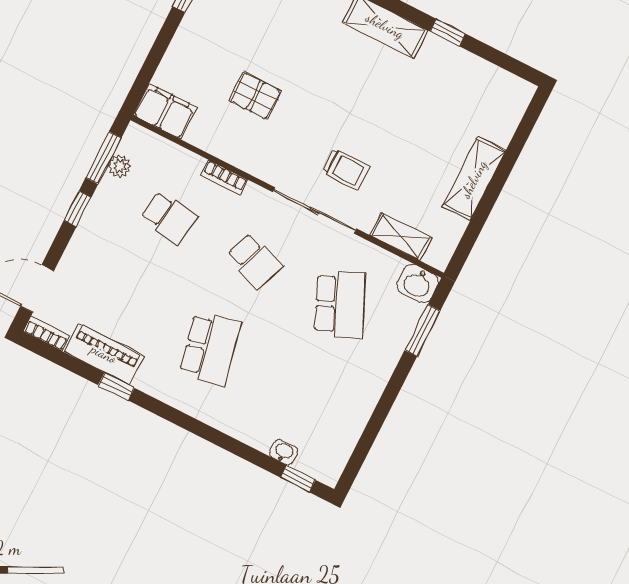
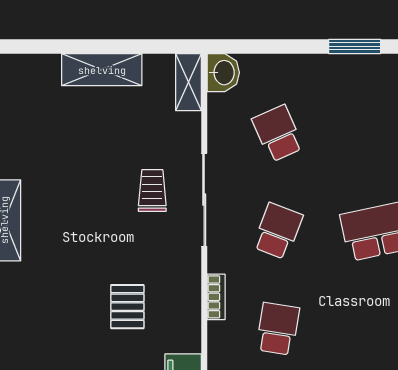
shelving: (401, 237) -> (188, 82), moved
school desk: (340, 304) -> (278, 133), width x0.54
window: (422, 330) -> (355, 46), moved

